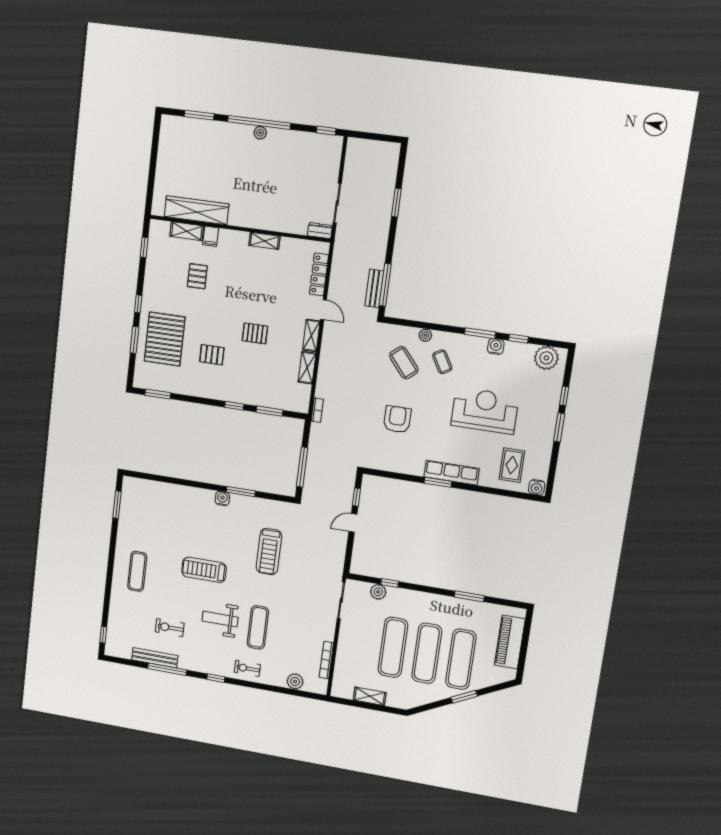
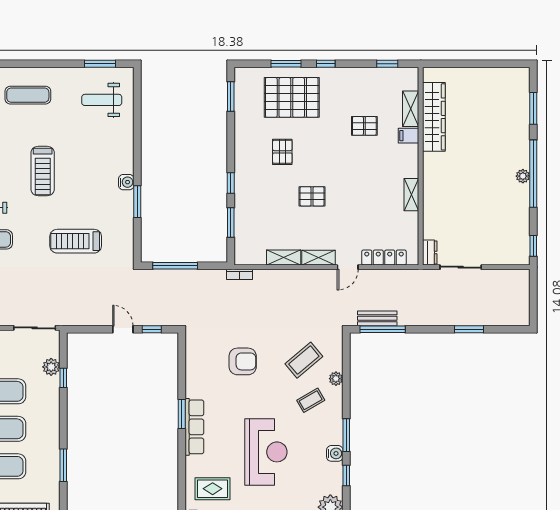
pallet: (255, 333) -> (312, 196), turned 90
weight bench: (148, 508) -> (102, 100), added
treadmill: (204, 570) -> (43, 171), turned 180

